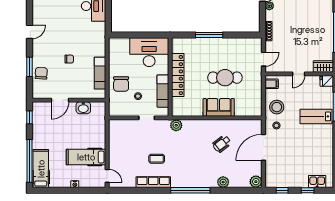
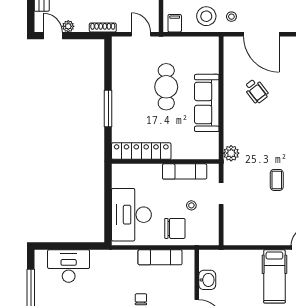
desk: (149, 52) -> (131, 215), moved
locker: (178, 75) -> (141, 151), moved
sofa: (219, 107) -> (207, 103), width x1.36

